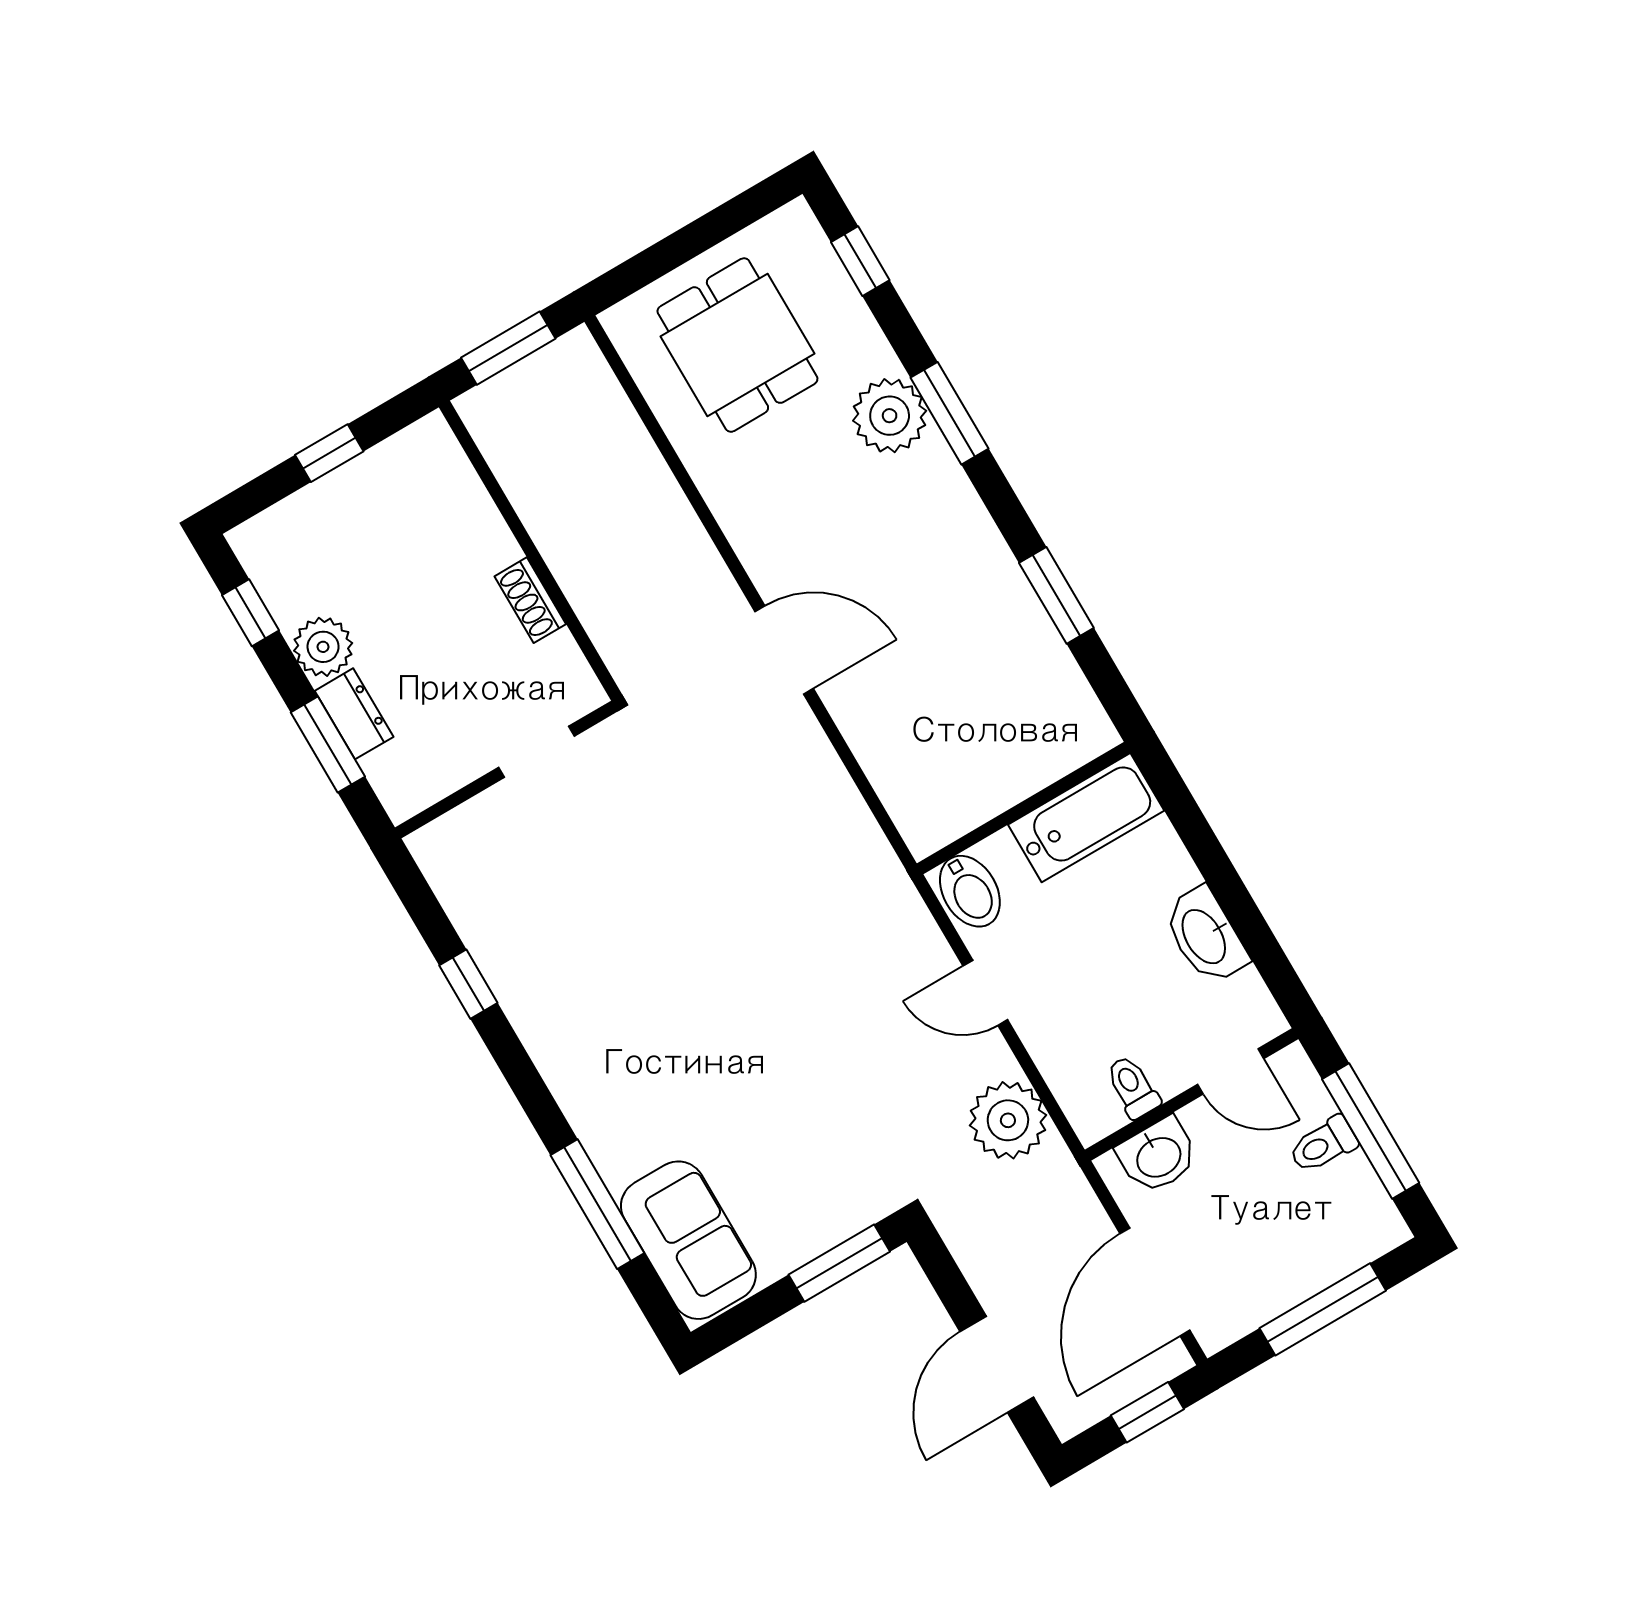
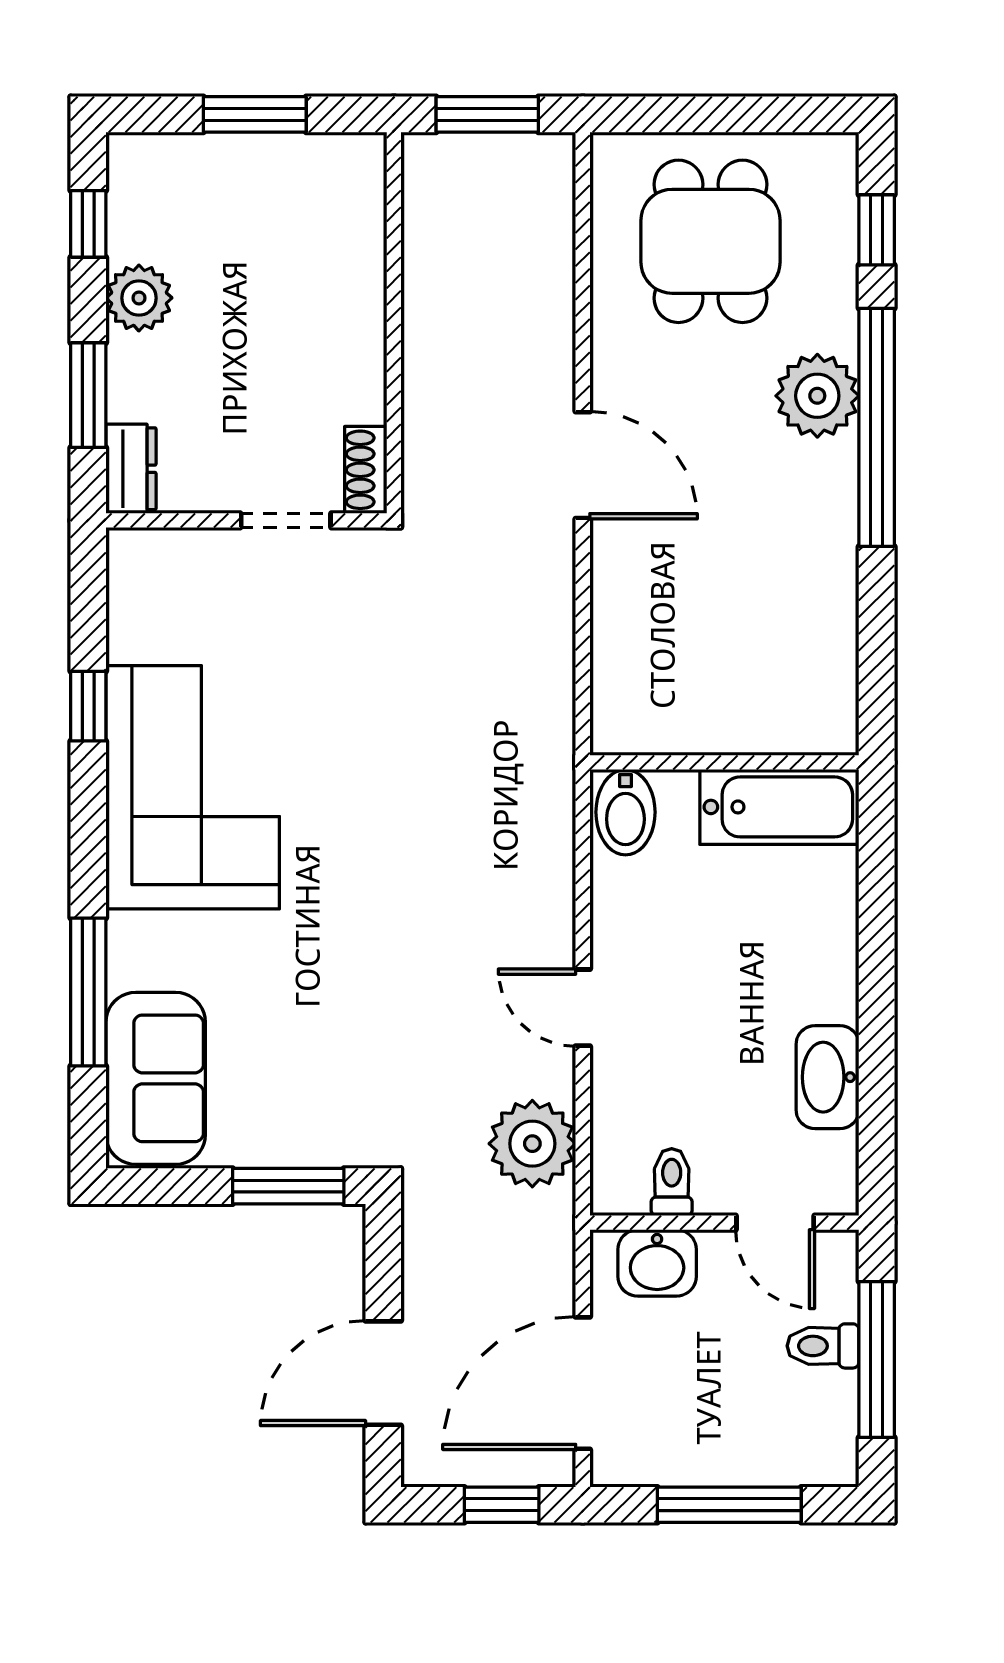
window: (949, 413) -> (877, 427), width x2.11
window: (329, 453) -> (255, 114), width x1.50
window: (1056, 595) -> (877, 664), removed
shoe rack: (530, 600) -> (366, 470), moved
door: (784, 650) -> (583, 465), moved
dresser: (354, 714) -> (131, 469), moved
wall: (1024, 808) -> (724, 762), moved
bathtub: (1086, 818) -> (779, 807), moved
bidet: (970, 891) -> (625, 812), moved
corner sofa: (585, 999) -> (193, 787), added

